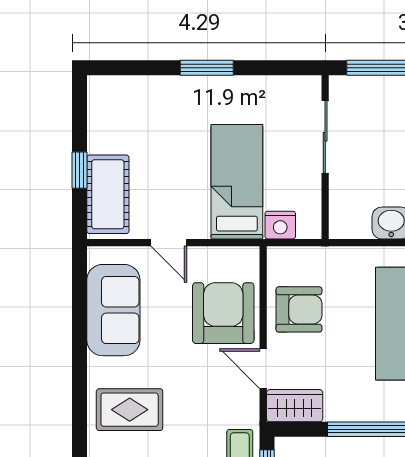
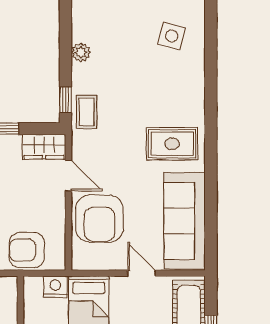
armchair: (299, 309) -> (27, 250), moved
sofa: (113, 310) -> (185, 221), width x1.36

